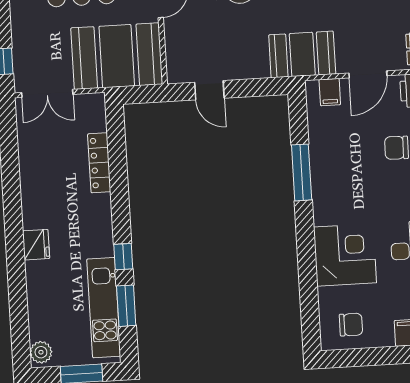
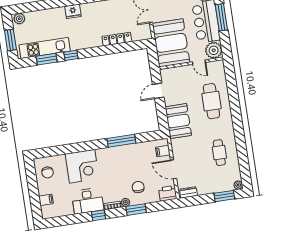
booth: (302, 54) -> (178, 121), moved

